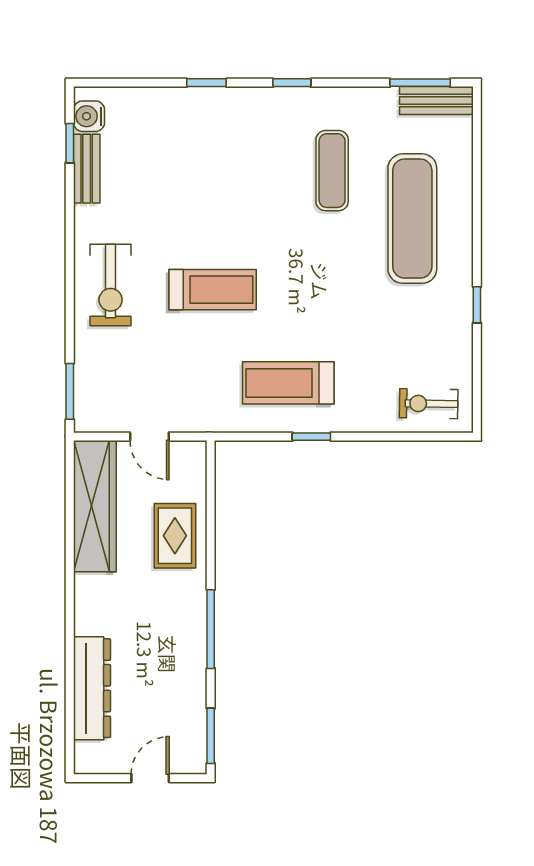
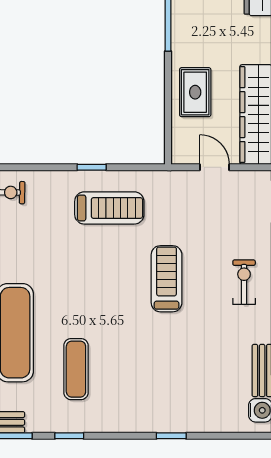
window: (292, 83) -> (69, 436), moved
exercise bike: (111, 285) -> (244, 282), width x0.73, depth x0.72
treadmill: (213, 290) -> (167, 279), turned 90

